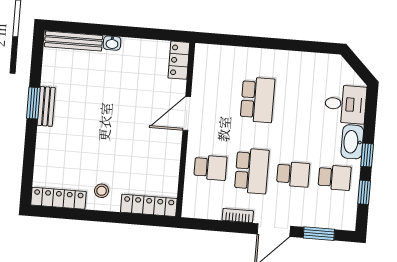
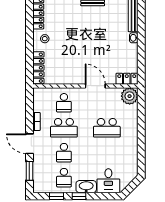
plant: (208, 58) -> (130, 96), added

